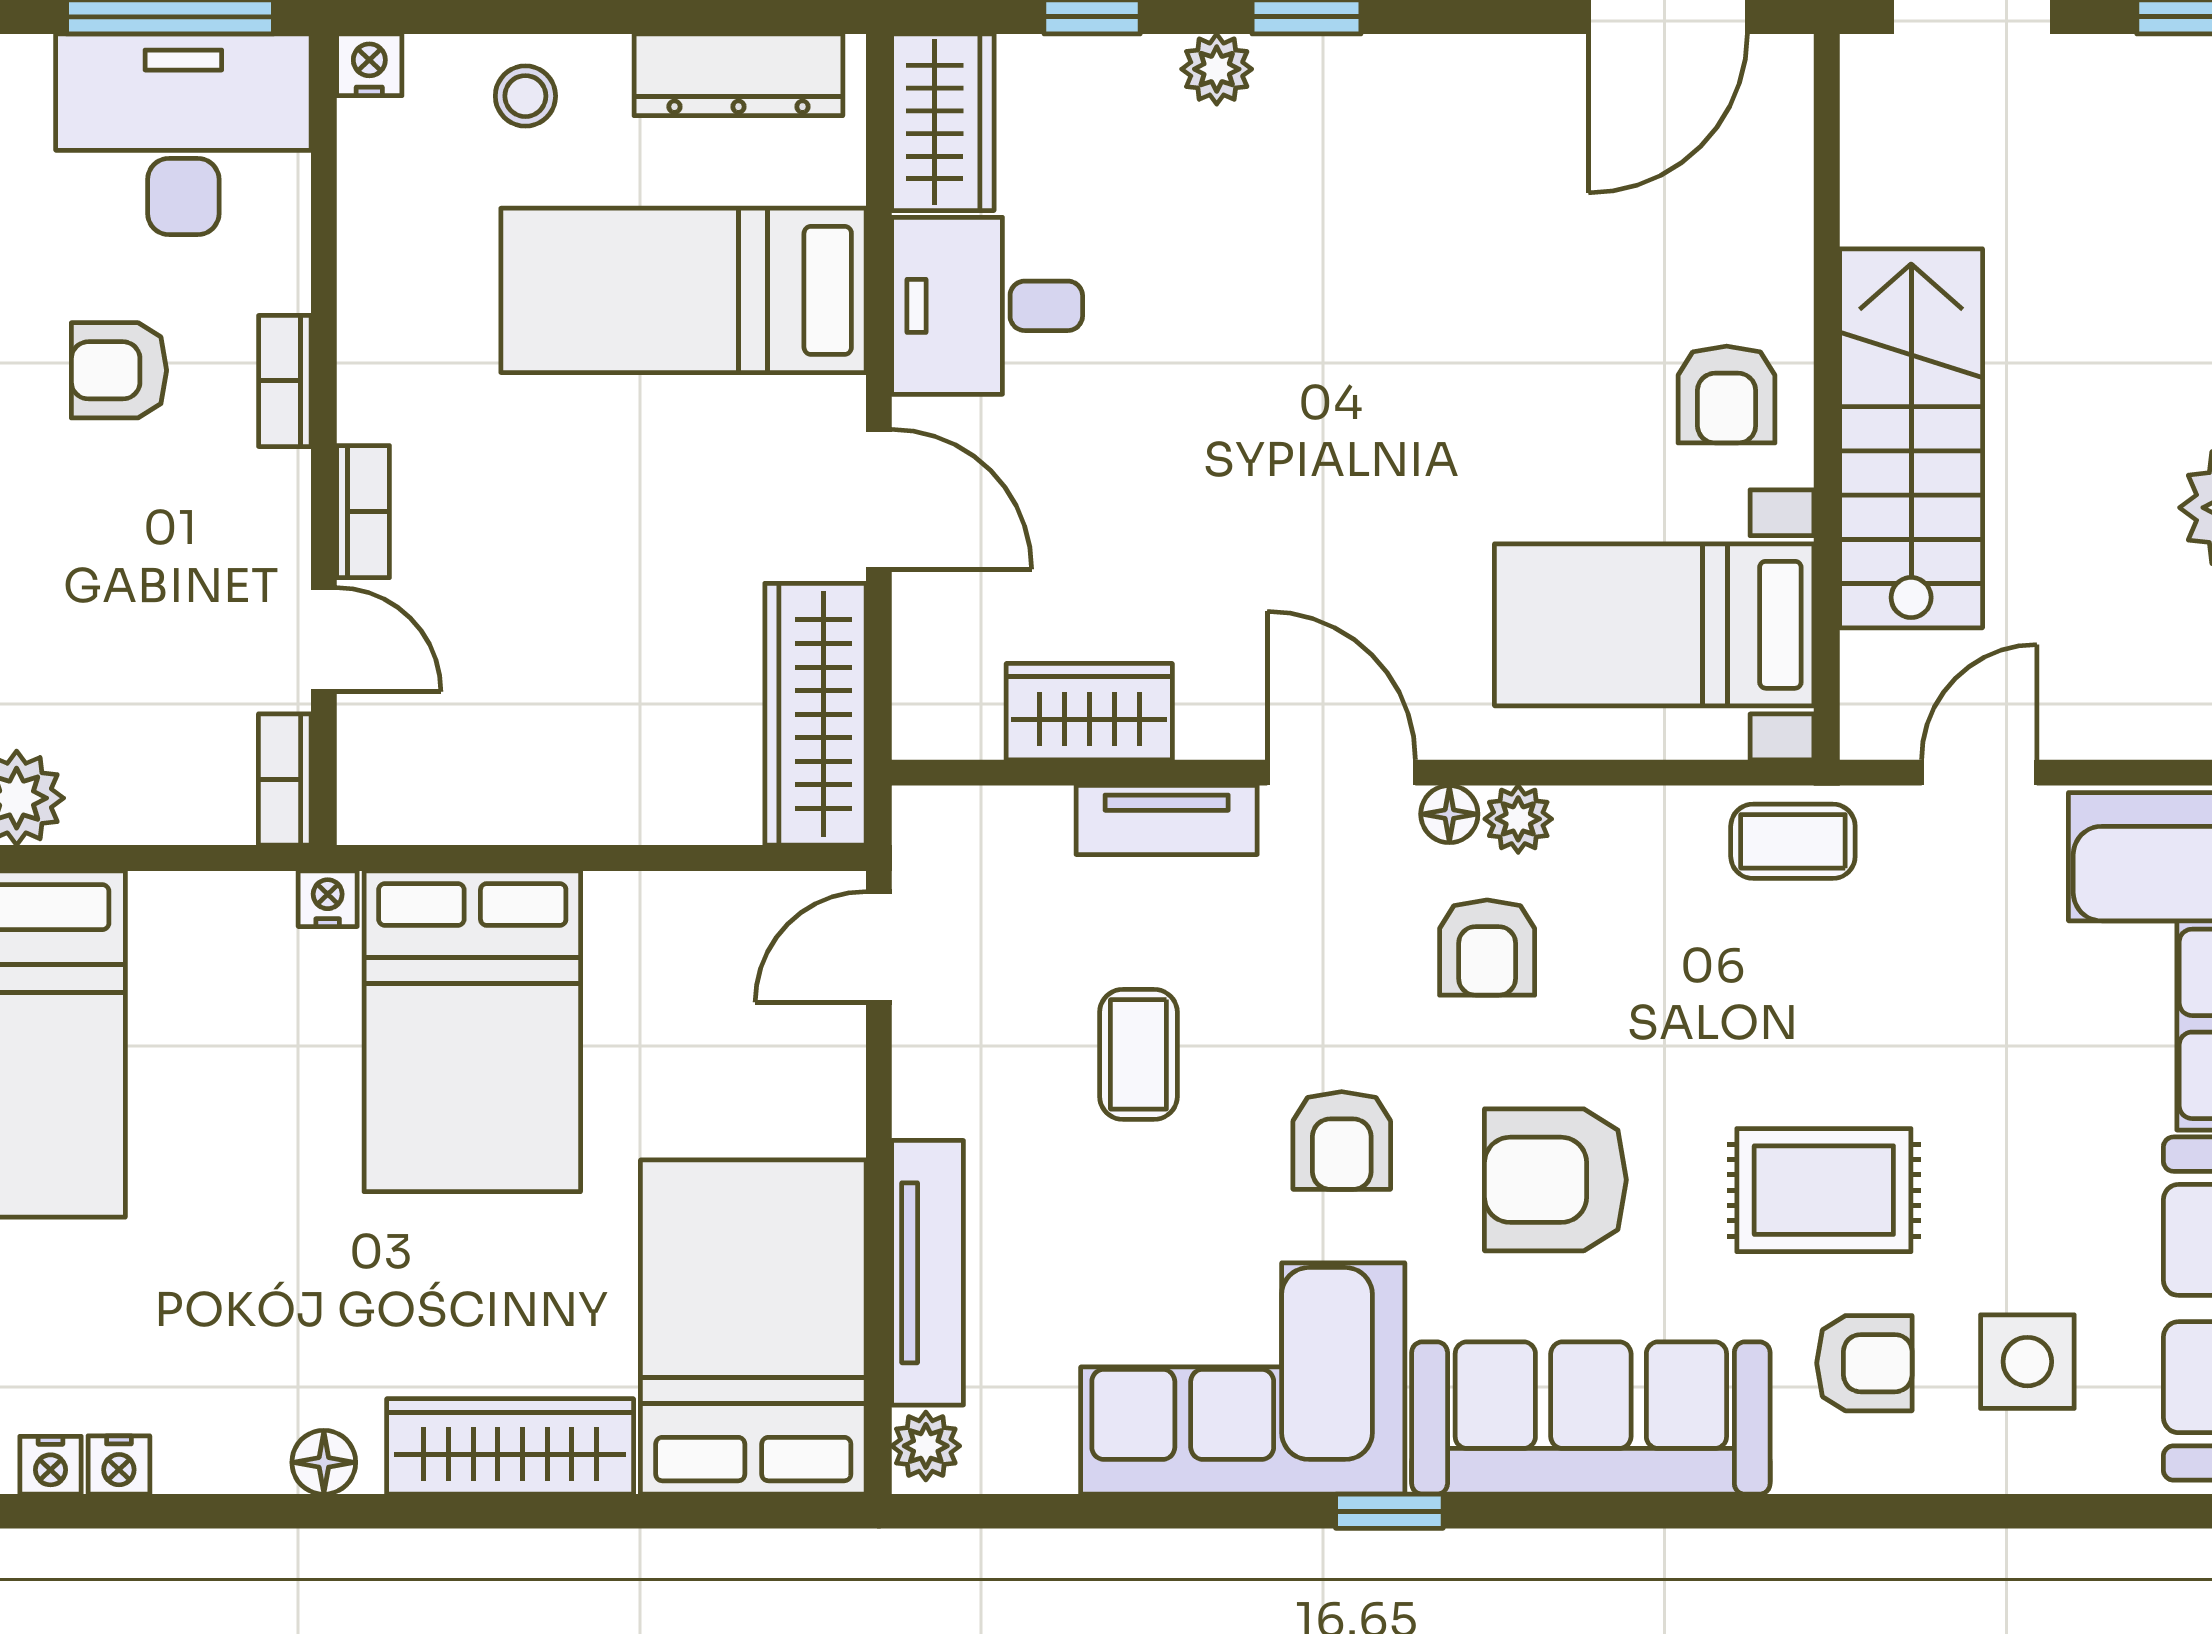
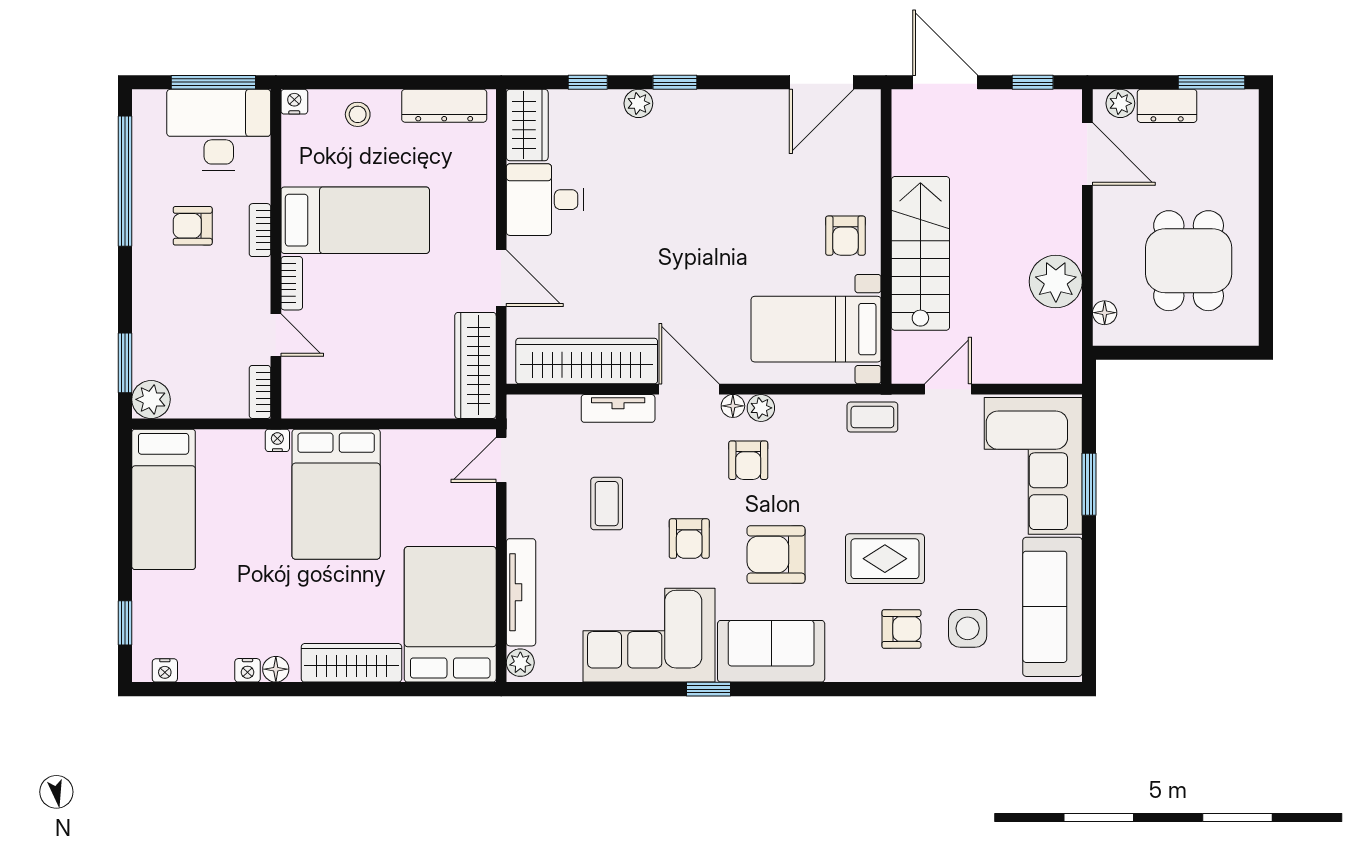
bed: (683, 290) -> (355, 220), moved, turned 180
wardrobe: (1089, 712) -> (587, 361), width x2.10, depth x1.17
sofa: (1591, 1418) -> (771, 651), width x0.73
nightstand: (119, 1465) -> (247, 670), moved

